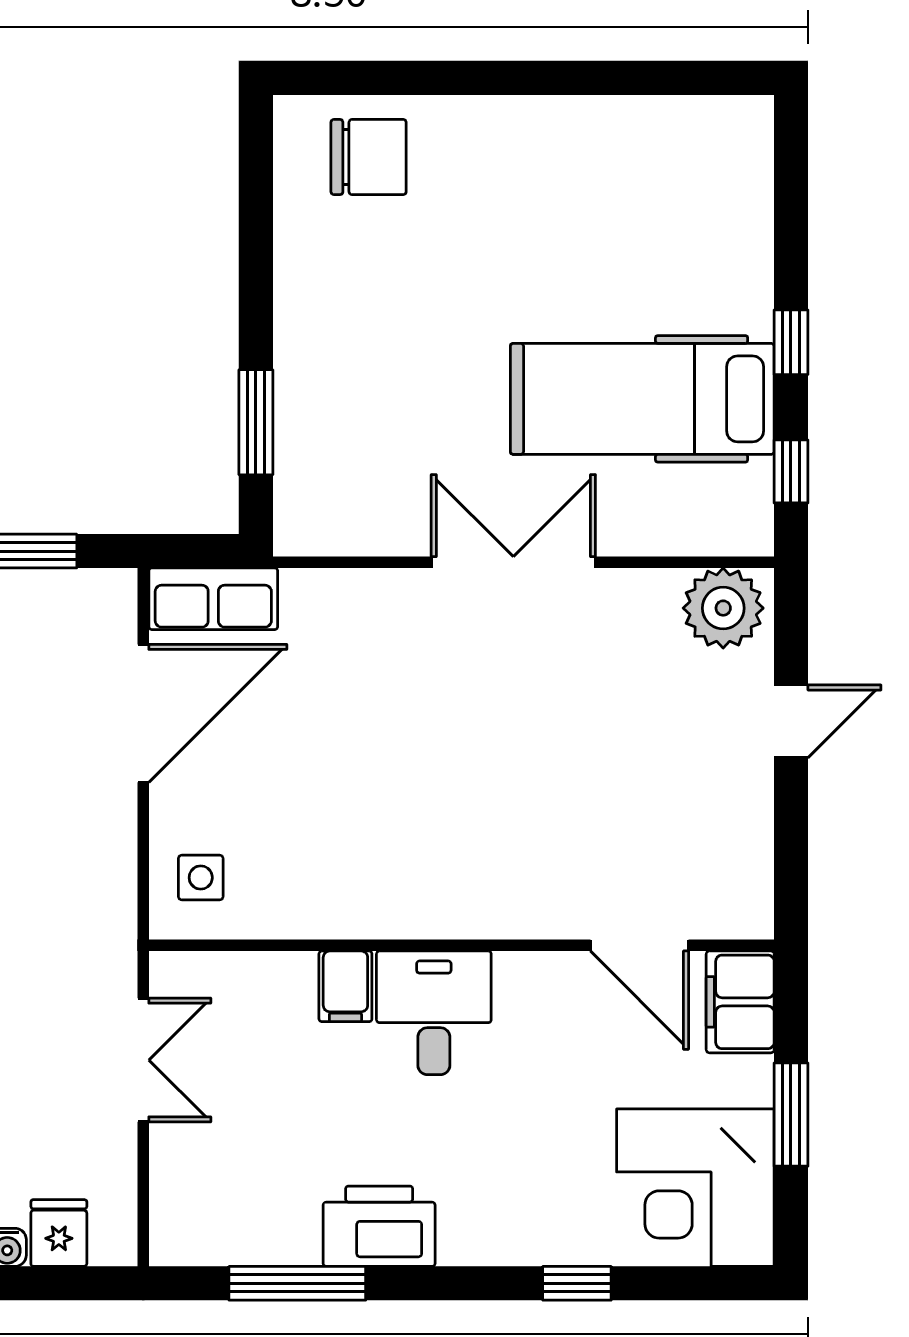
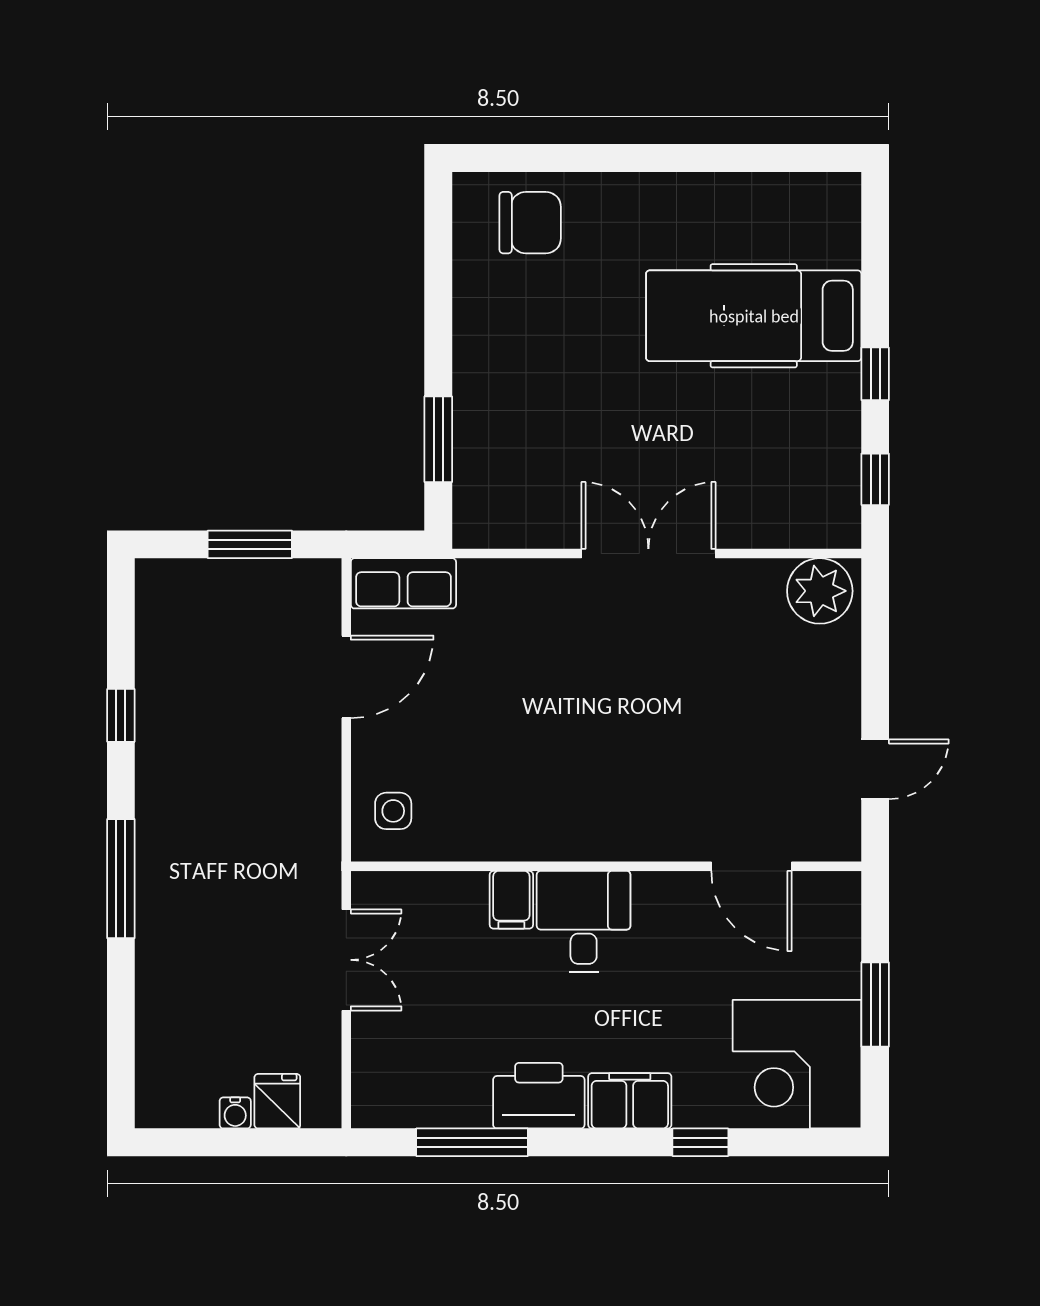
hospital bed: (642, 399) -> (754, 316), moved
door: (143, 713) -> (346, 677), width x0.73
door: (791, 721) -> (875, 769), moved
filing cabinet: (740, 1002) -> (630, 1101), moved, turned 90

